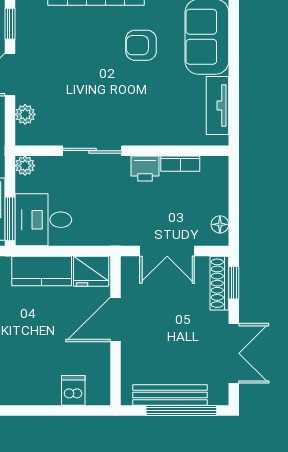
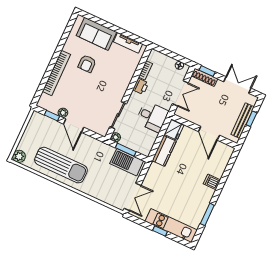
plant: (25, 114) -> (63, 113), moved
sliding door: (92, 151) -> (118, 115), moved
window: (10, 219) -> (126, 150), moved
desk: (43, 220) -> (152, 117), moved, turned -90
door: (115, 319) -> (209, 133), moved
dishwasher: (73, 390) -> (212, 182), moved
window: (181, 410) -> (251, 119), width x0.46

